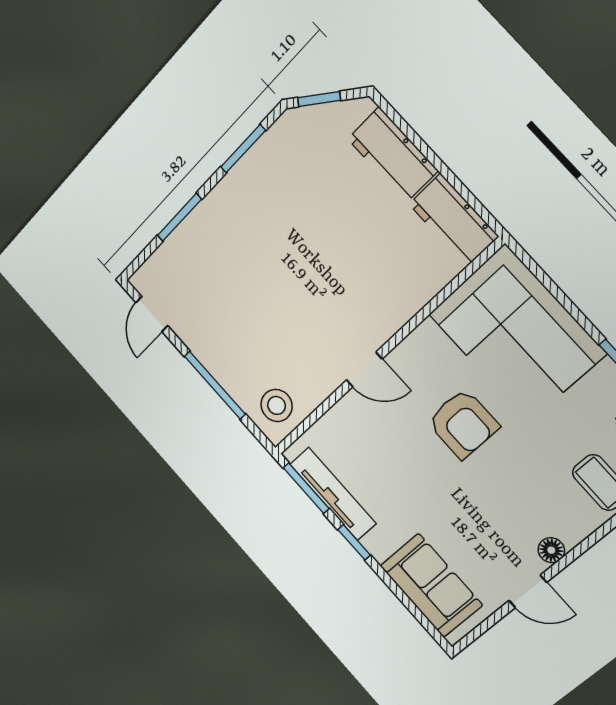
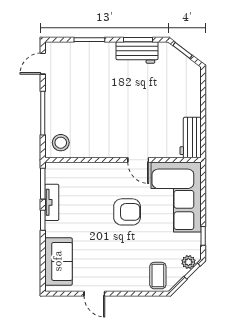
workbench: (393, 155) -> (137, 52), moved, turned -90
door: (364, 370) -> (138, 160), moved
armchair: (463, 424) -> (127, 212), turned -90
tv unit: (333, 494) -> (52, 202), width x0.71
floor lamp: (551, 550) -> (117, 285), removed

